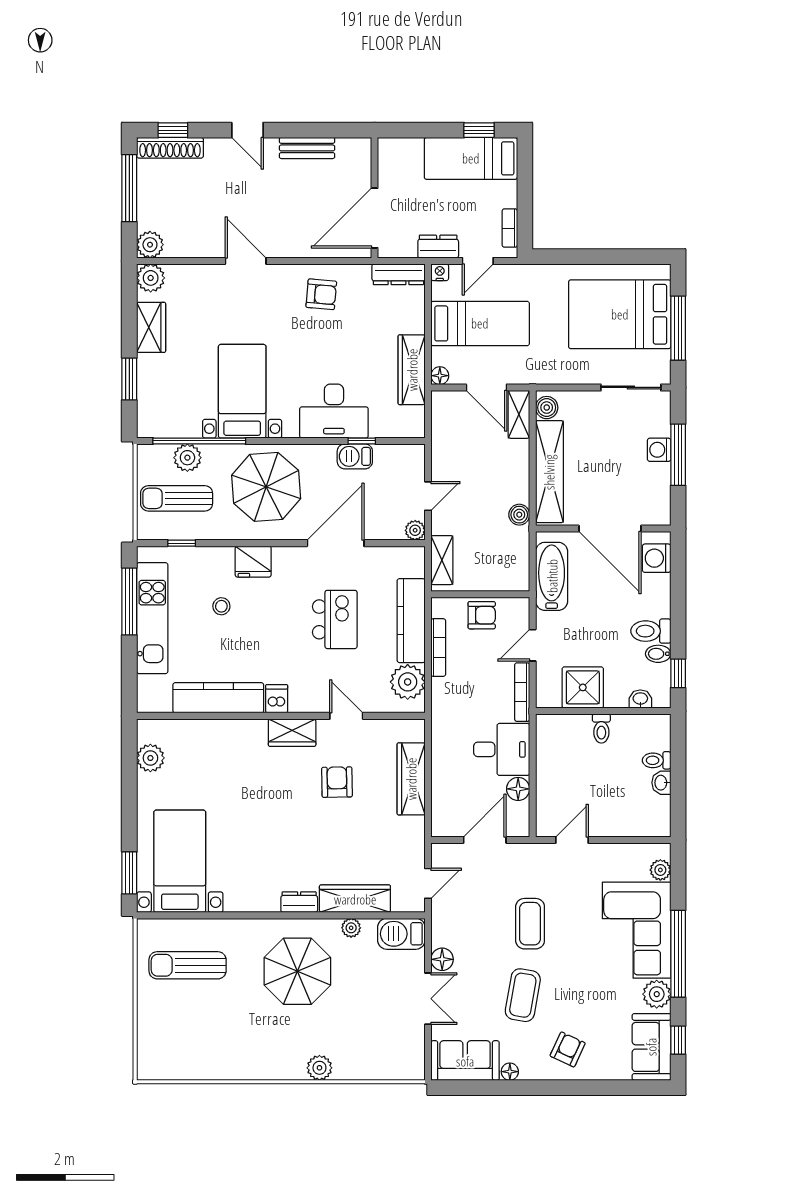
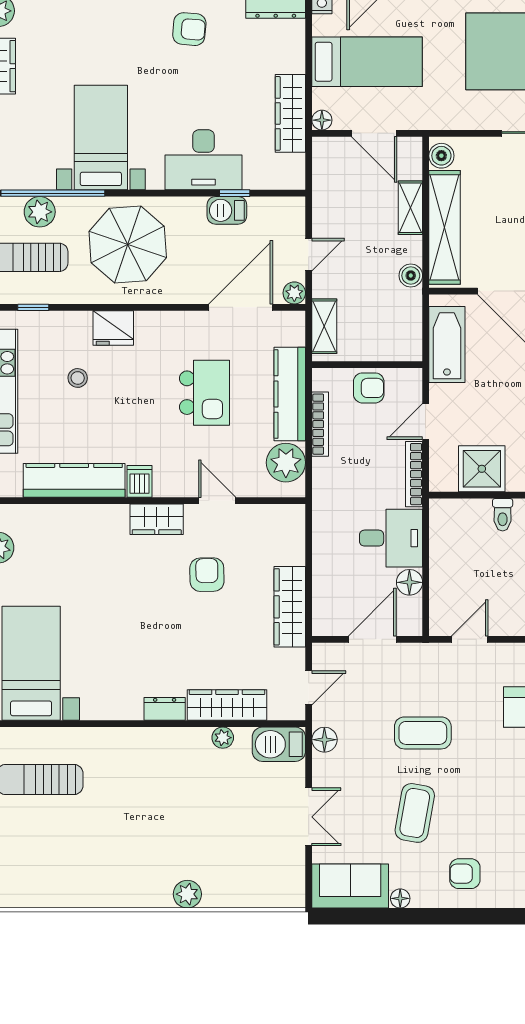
shelving: (519, 414) -> (410, 208), moved
door: (336, 543) -> (241, 307), moved
wardrobe: (411, 779) -> (290, 607), moved
coffee table: (530, 924) -> (423, 733), turned 90
floor lamp: (442, 959) -> (324, 740), moved
parasol: (297, 971) -> (163, 786), removed
armchair: (568, 1049) -> (465, 874), turned -115

